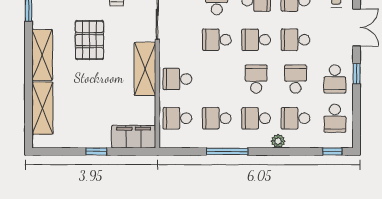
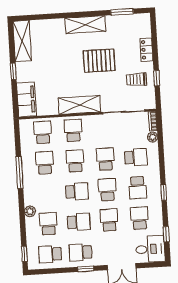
shelving: (42, 108) -> (22, 41), moved, turned 90
school desk: (256, 118) -> (75, 161), moved

